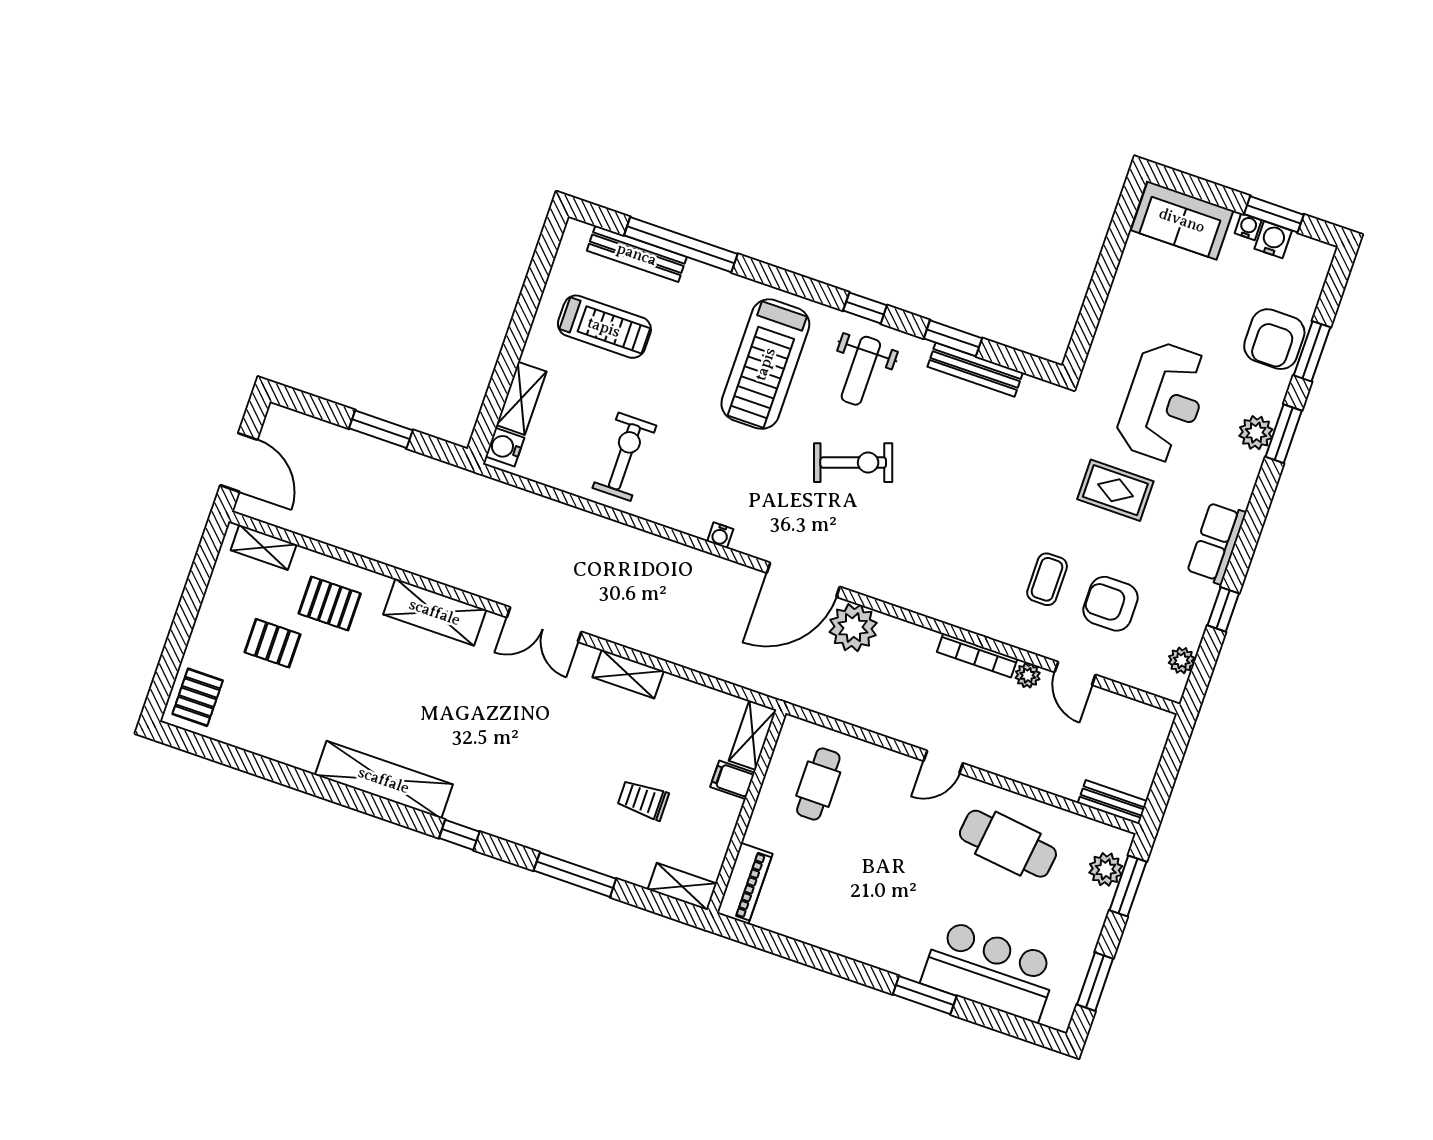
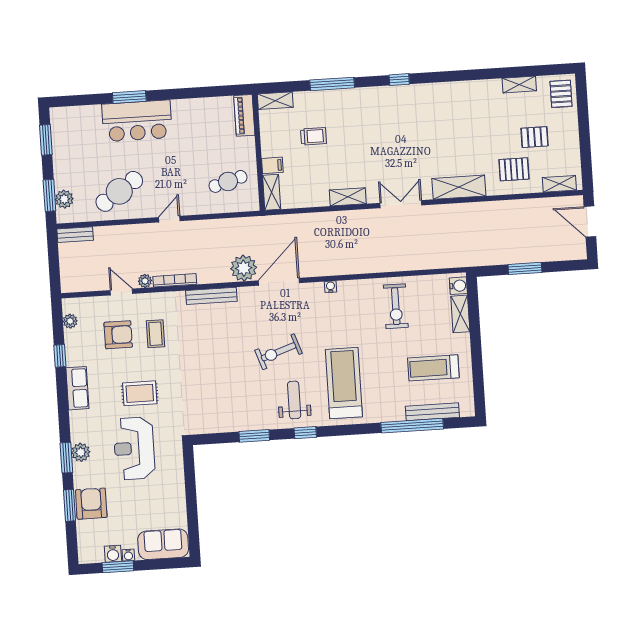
bench: (975, 370) -> (211, 296), moved
shelving: (384, 780) -> (519, 85), moved, width x0.45, depth x0.75
cafe table: (818, 784) -> (228, 181), turned 74
cafe table: (1008, 844) -> (119, 191), turned -41
bar counter: (990, 971) -> (137, 121), moved

